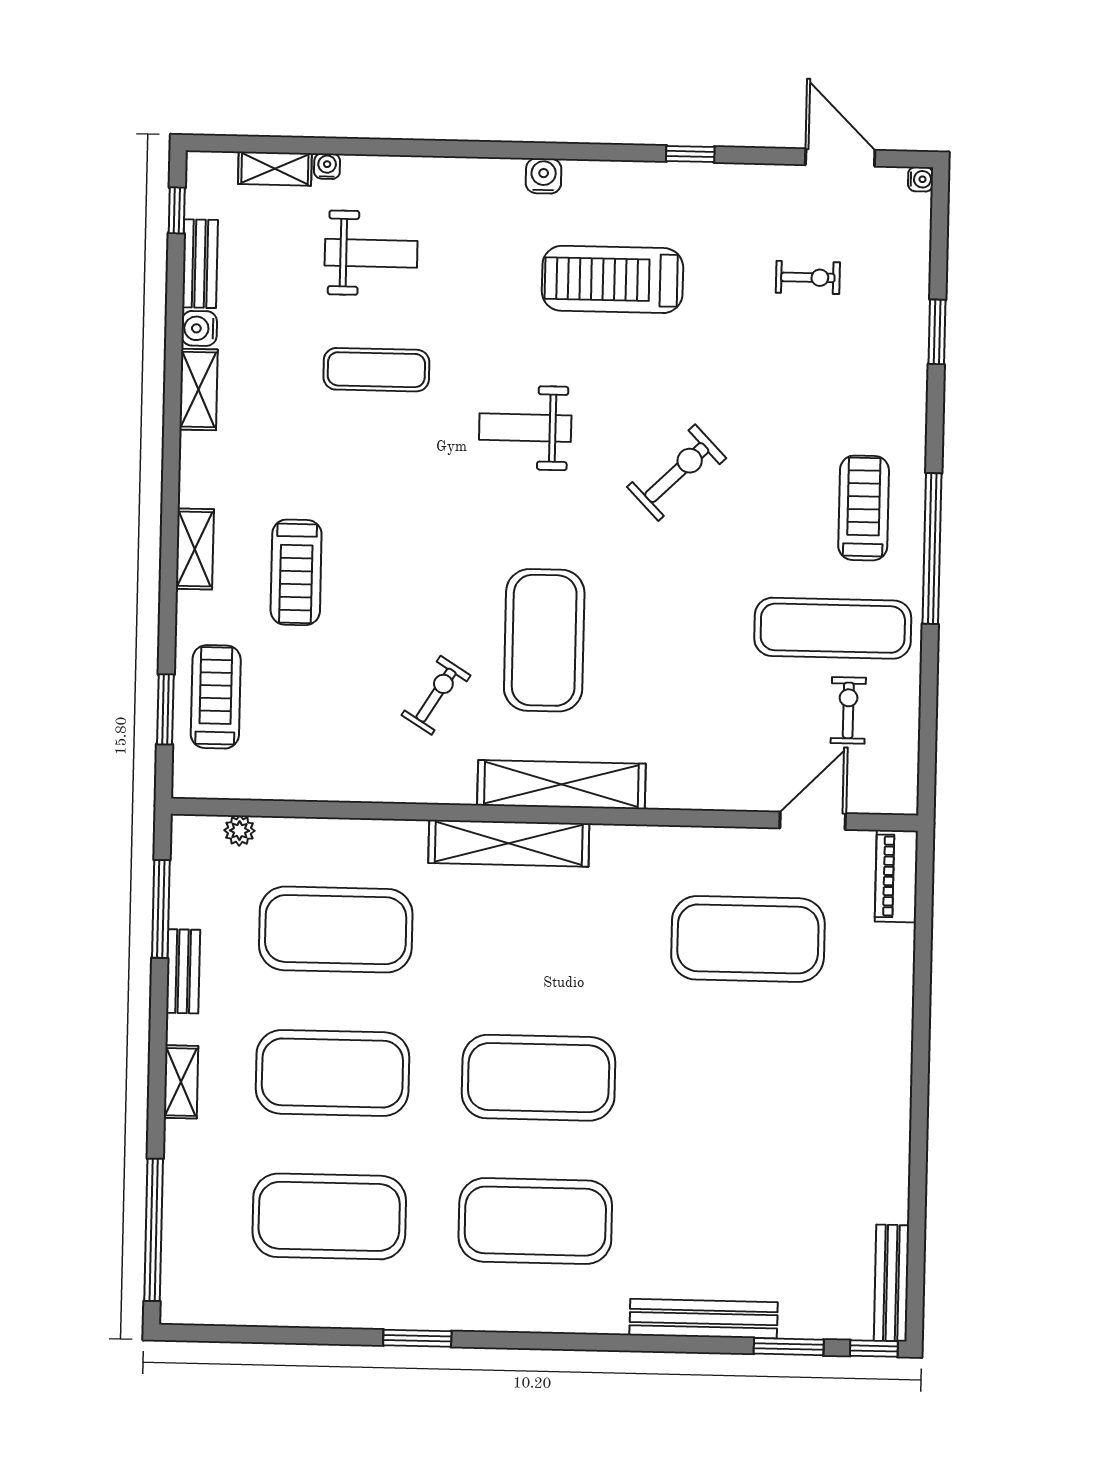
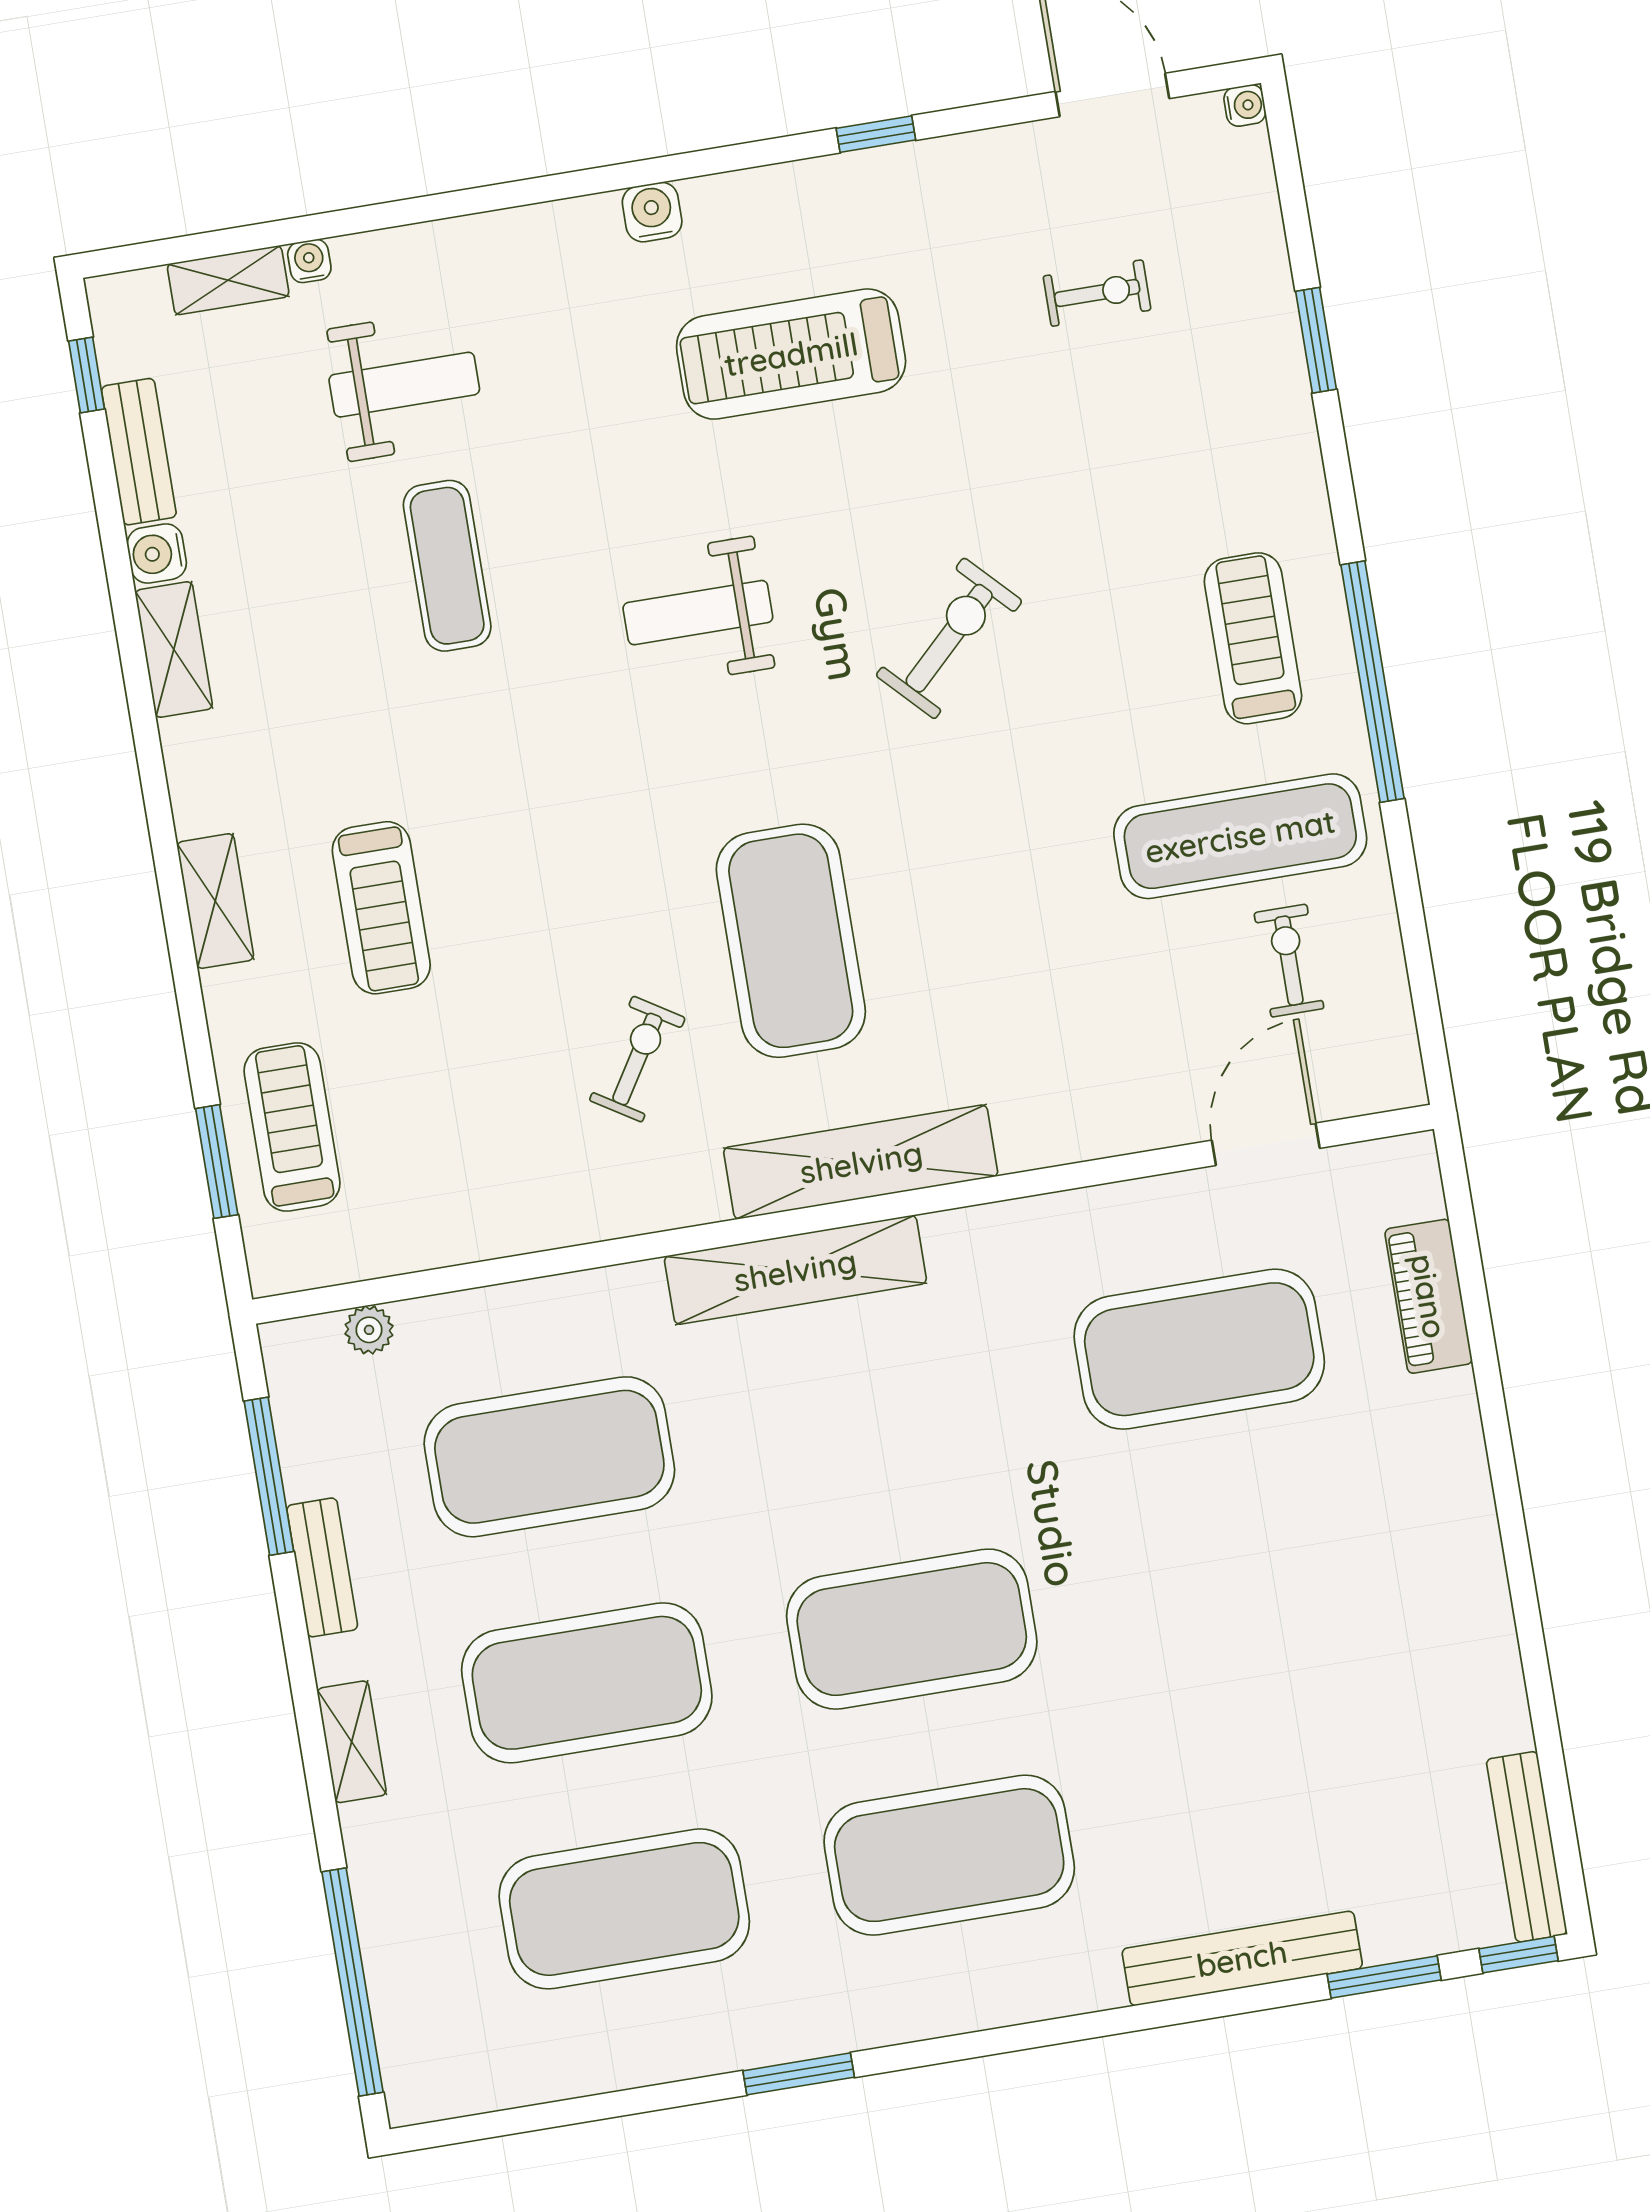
exercise mat: (376, 370) -> (447, 566), turned 90
piano: (896, 876) -> (1429, 1296), moved

